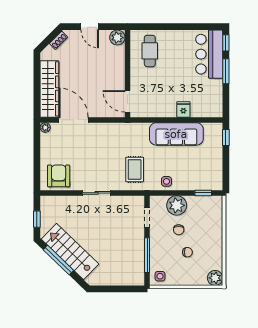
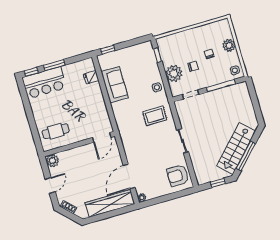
fridge: (183, 109) -> (91, 77), moved
sofa: (176, 134) -> (115, 85), width x0.73
plant: (215, 278) -> (229, 45), moved

